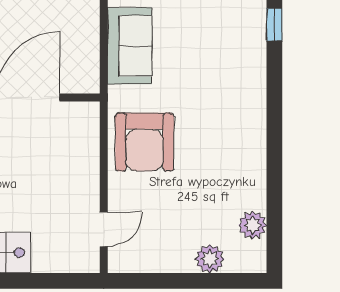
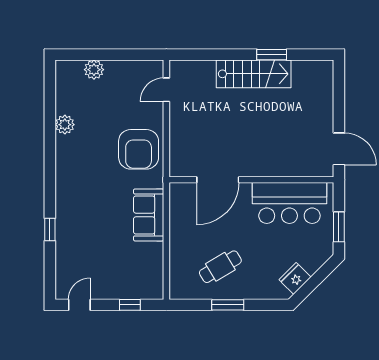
armchair: (144, 142) -> (139, 149), turned 180
plant: (253, 225) -> (65, 125), moved

